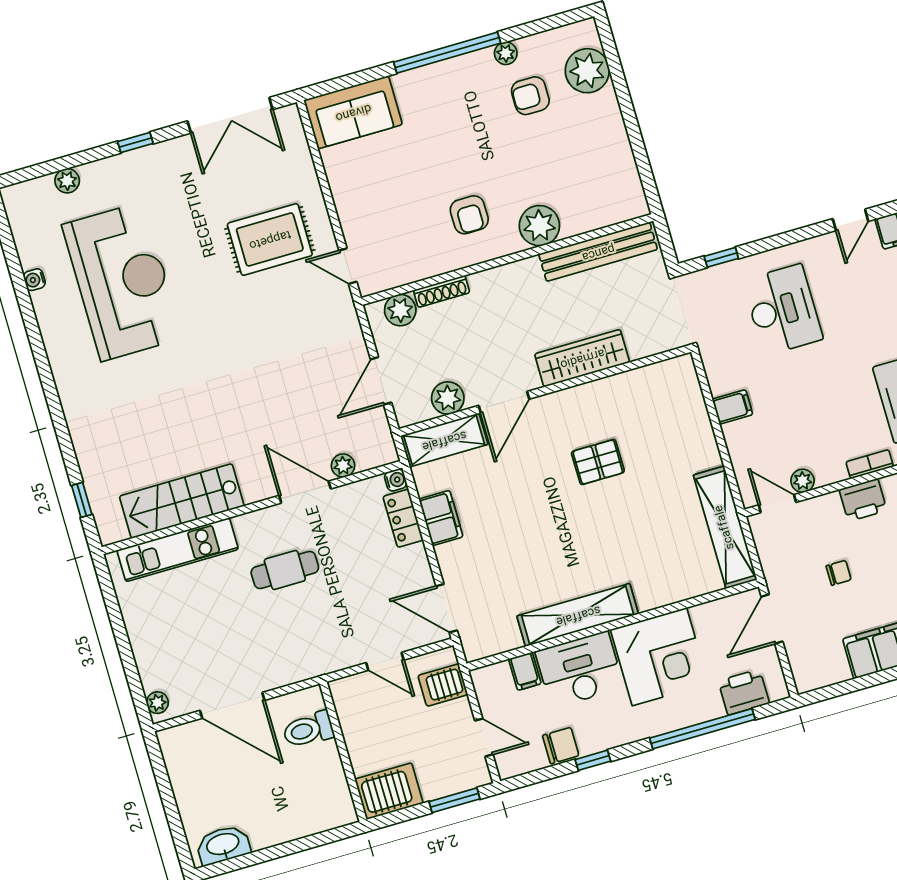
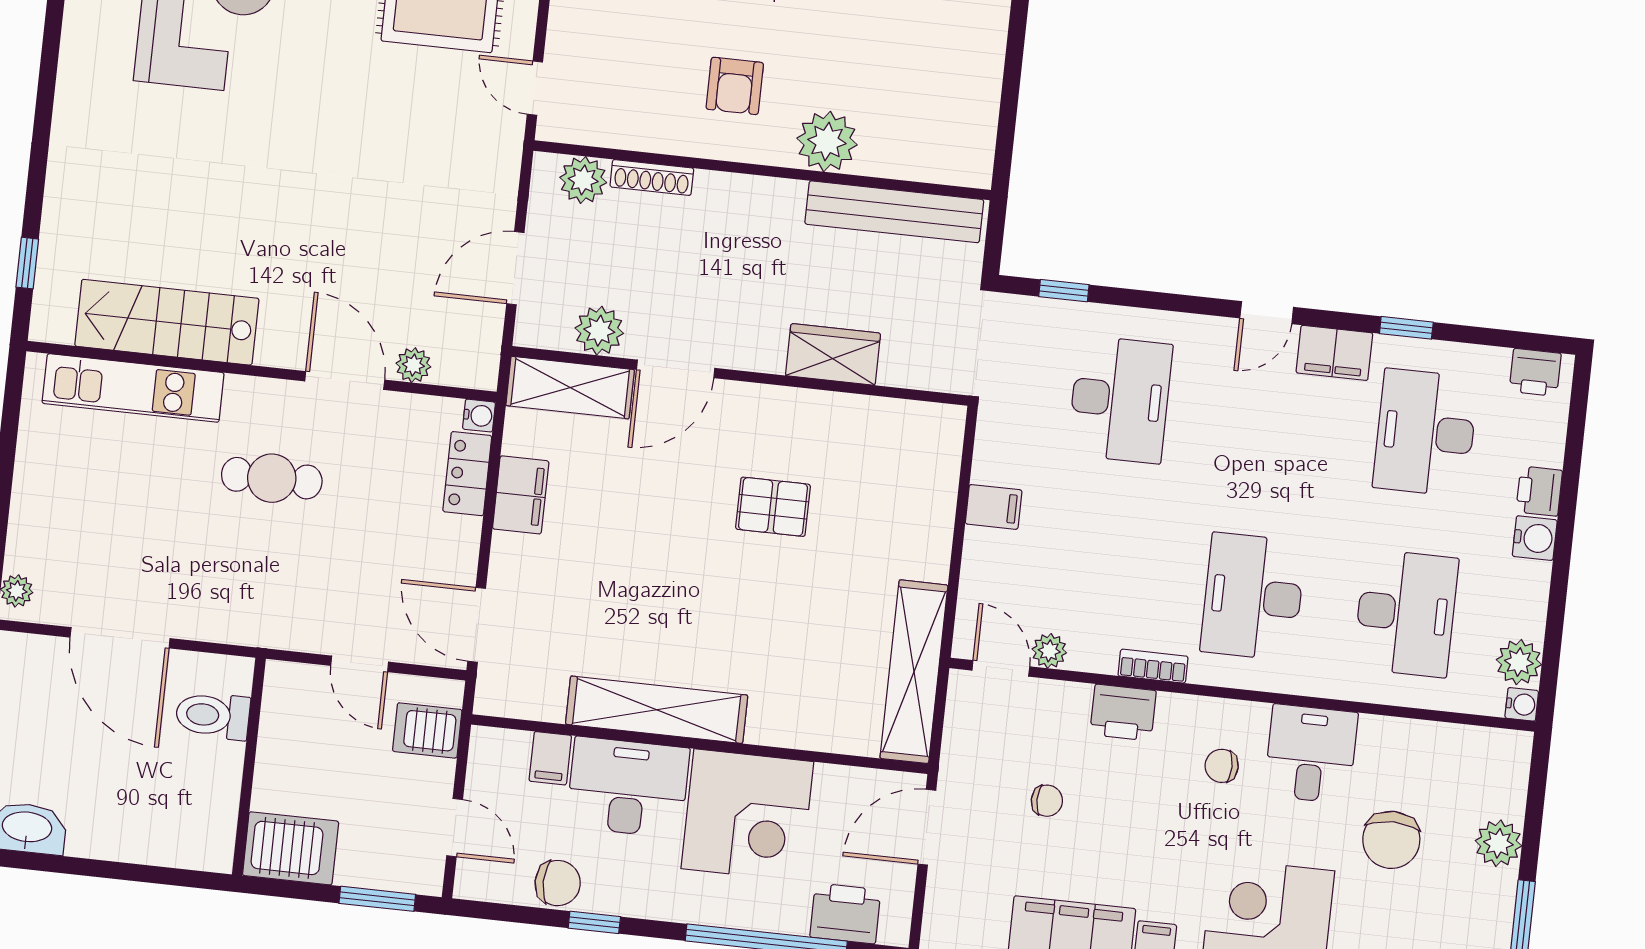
wardrobe: (582, 358) -> (833, 354), width x0.67

